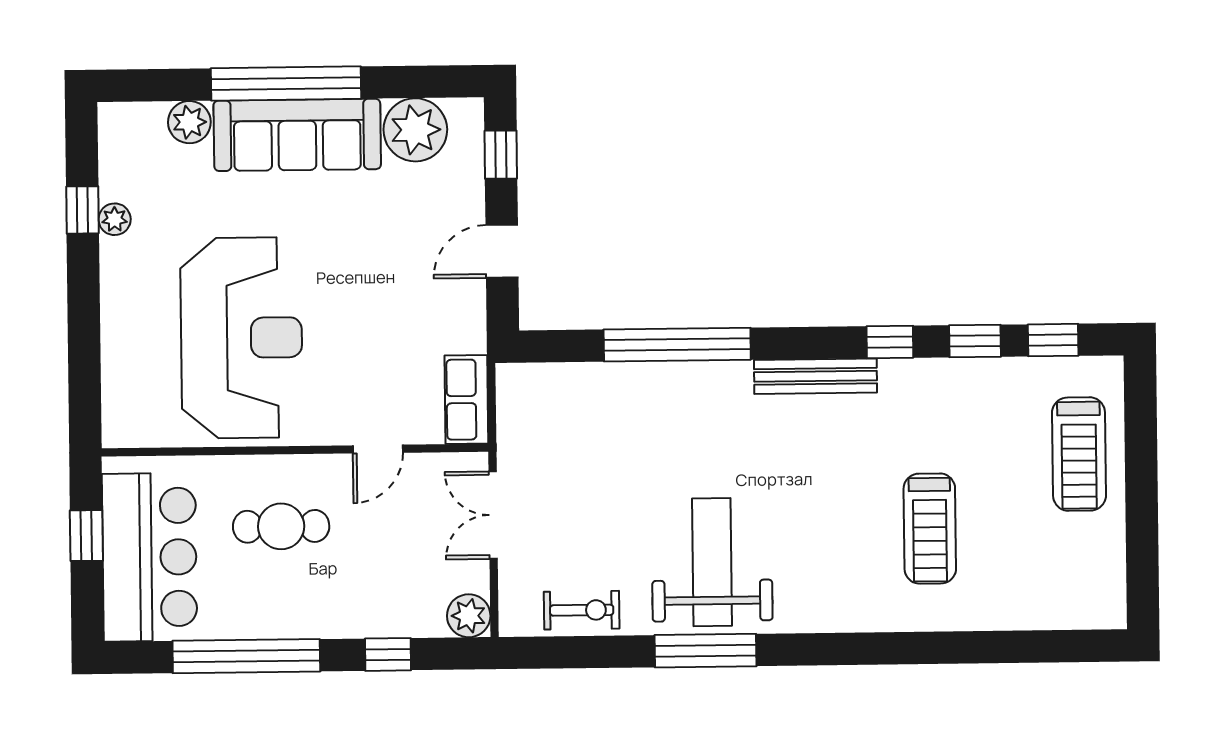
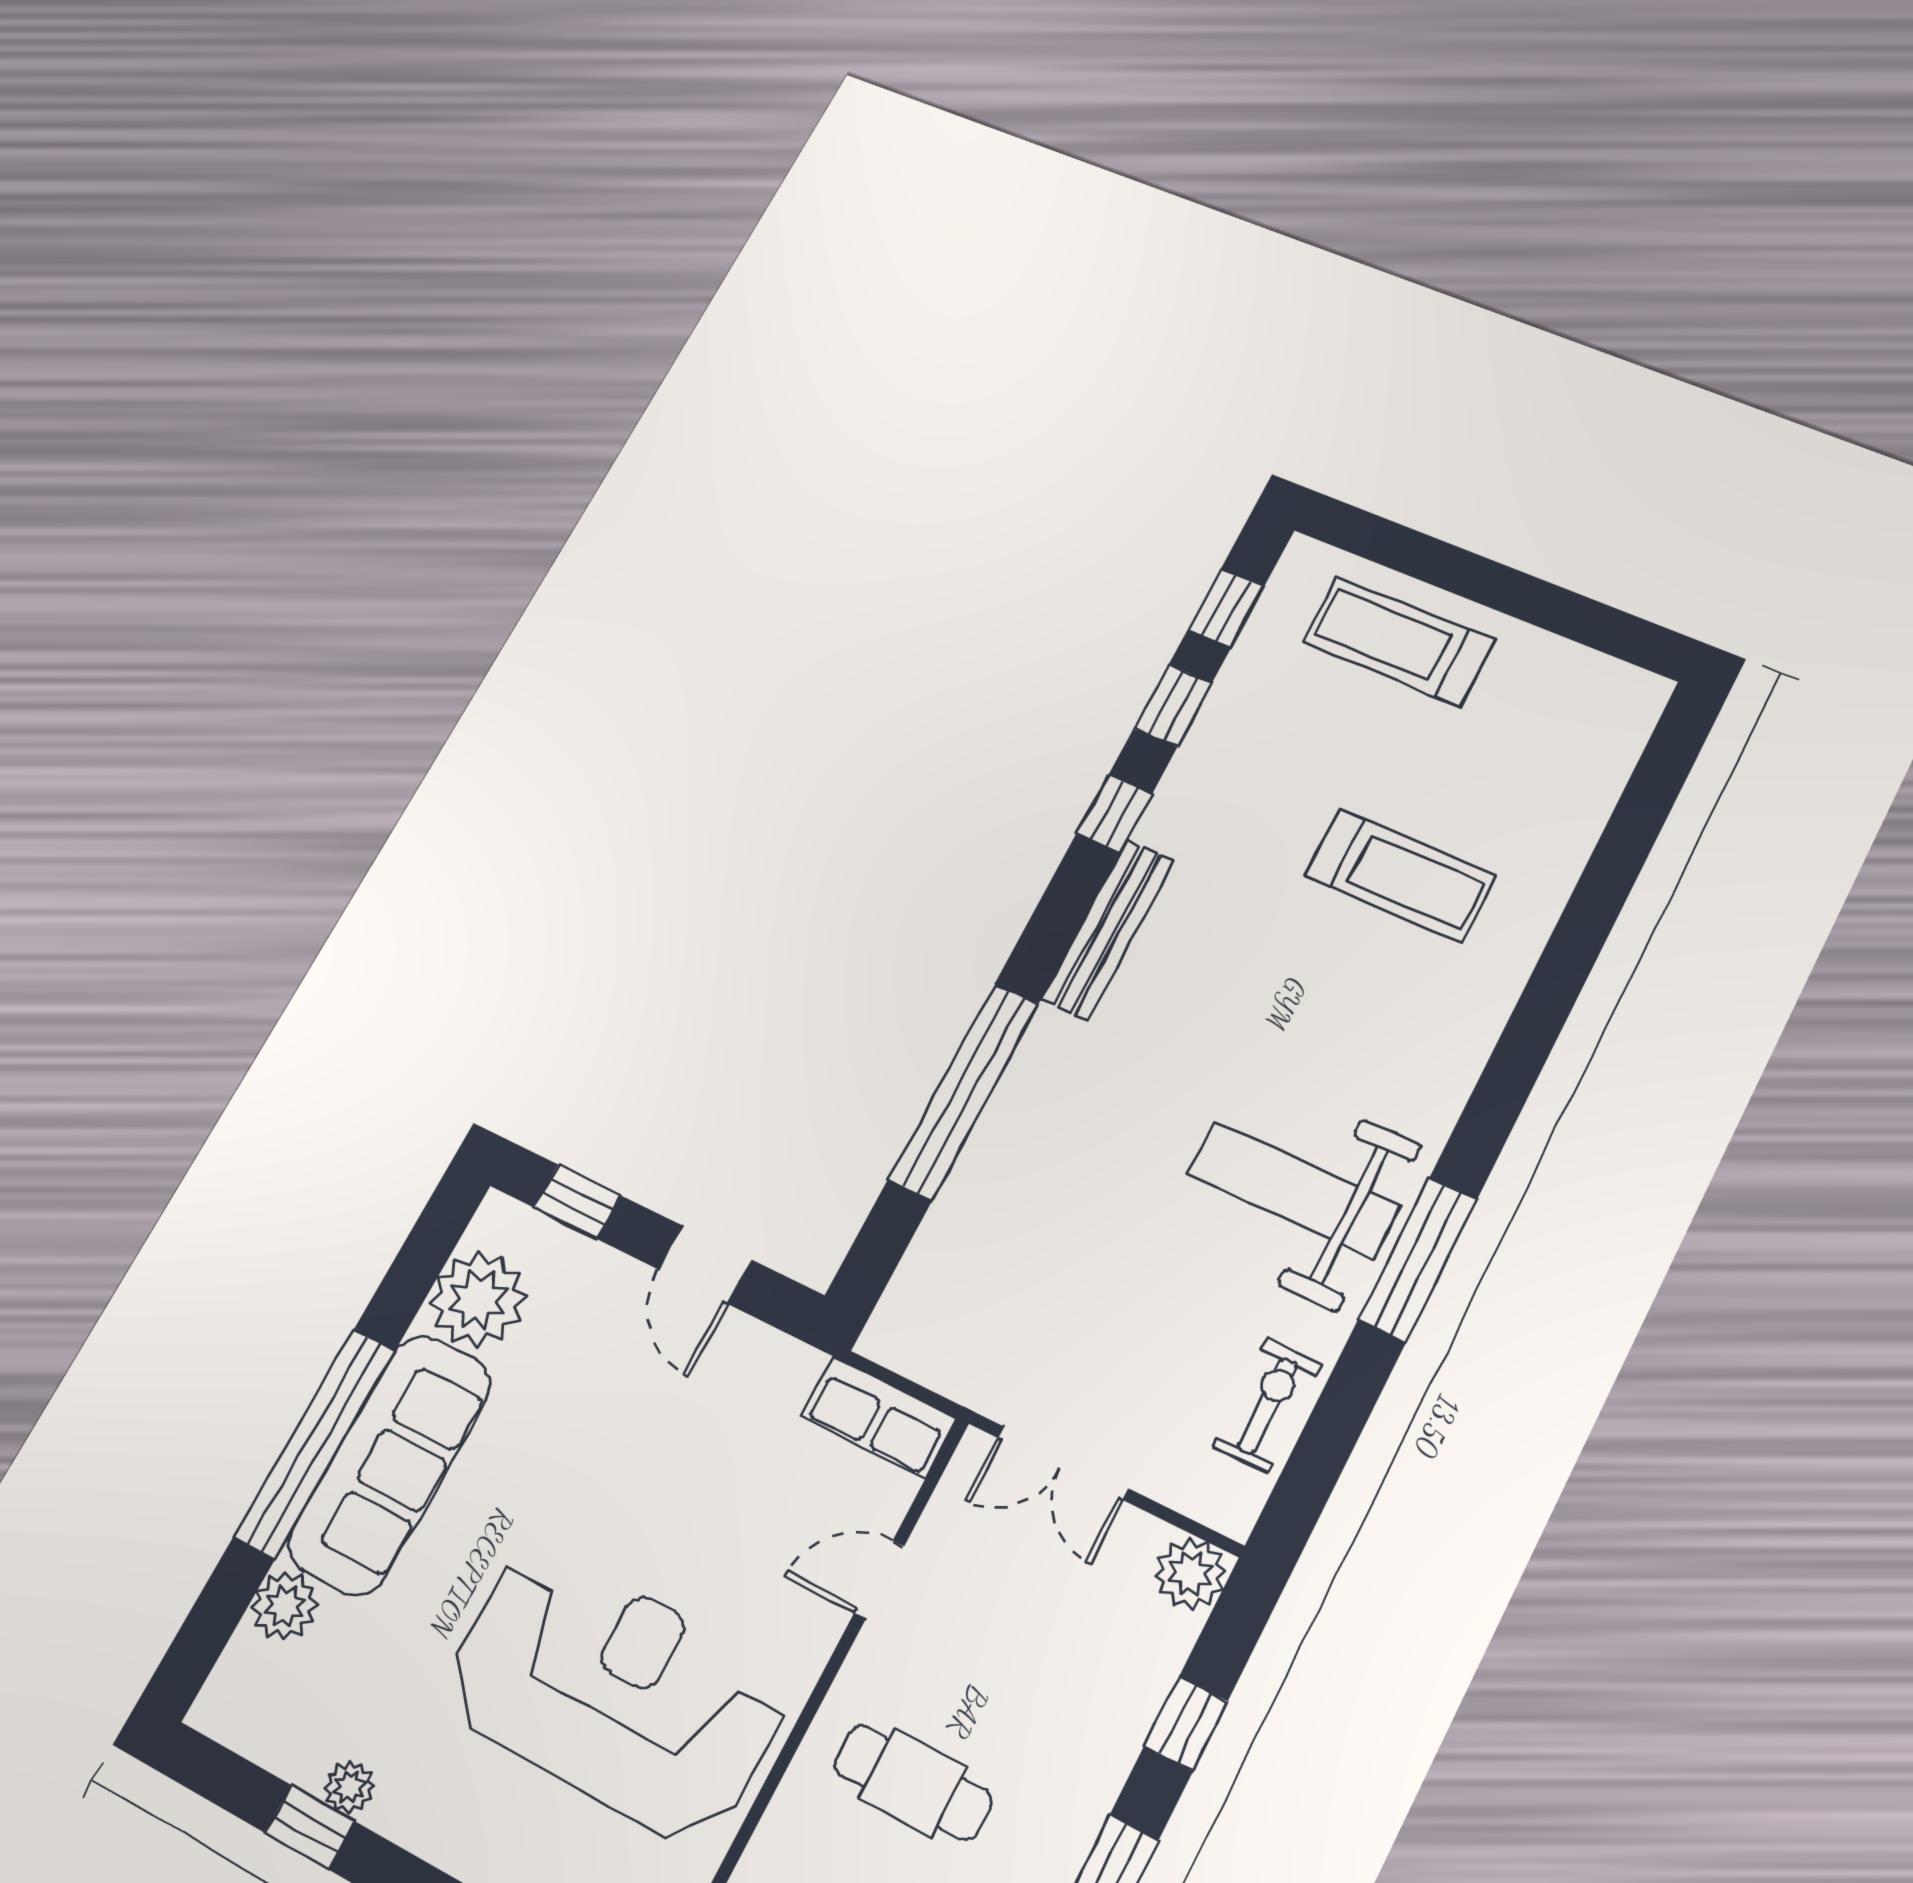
door: (378, 449) -> (879, 1580), swing flipped
treadmill: (1079, 454) -> (1398, 641), turned 180
cafe table: (281, 526) -> (913, 1782), turned 90

